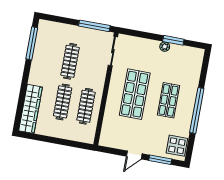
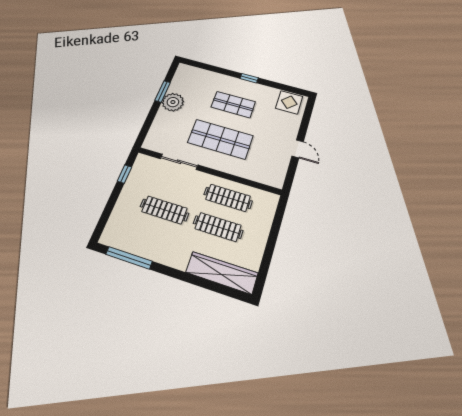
window: (94, 26) -> (125, 174), width x0.46
plant: (165, 47) -> (173, 102), width x1.88, depth x1.88
sliding door: (113, 51) -> (179, 162), moved
window: (197, 110) -> (249, 78), width x0.32
window: (160, 160) -> (305, 121), removed

